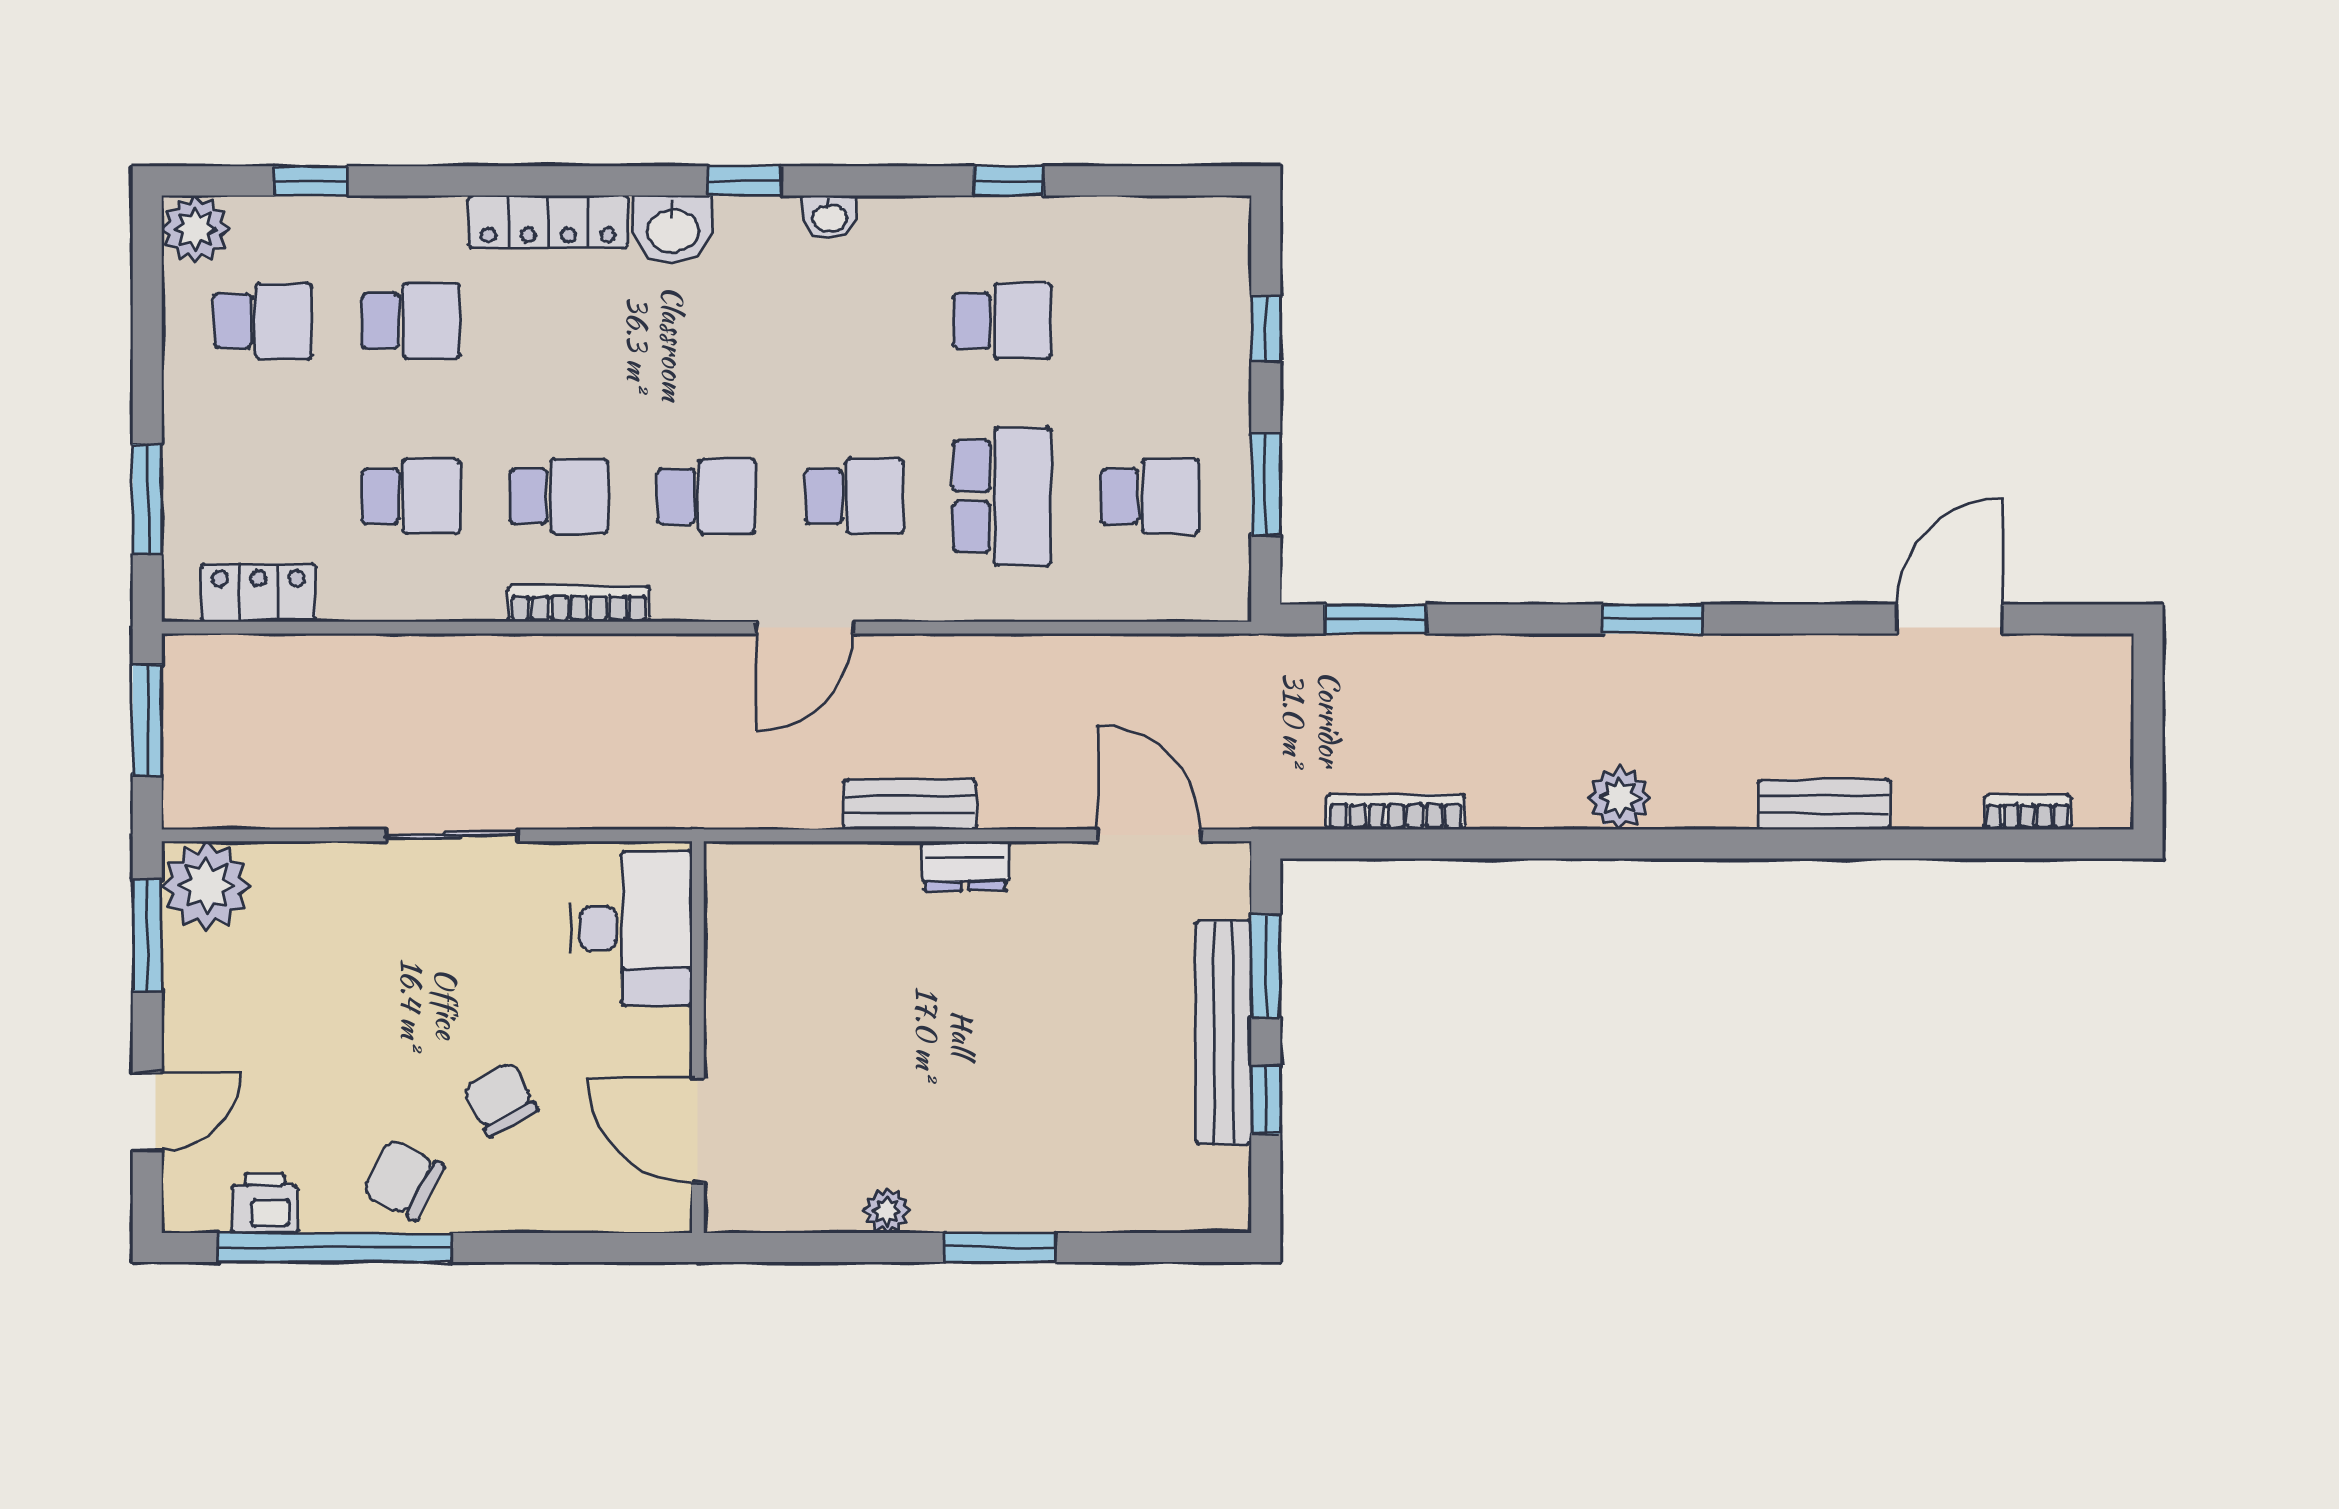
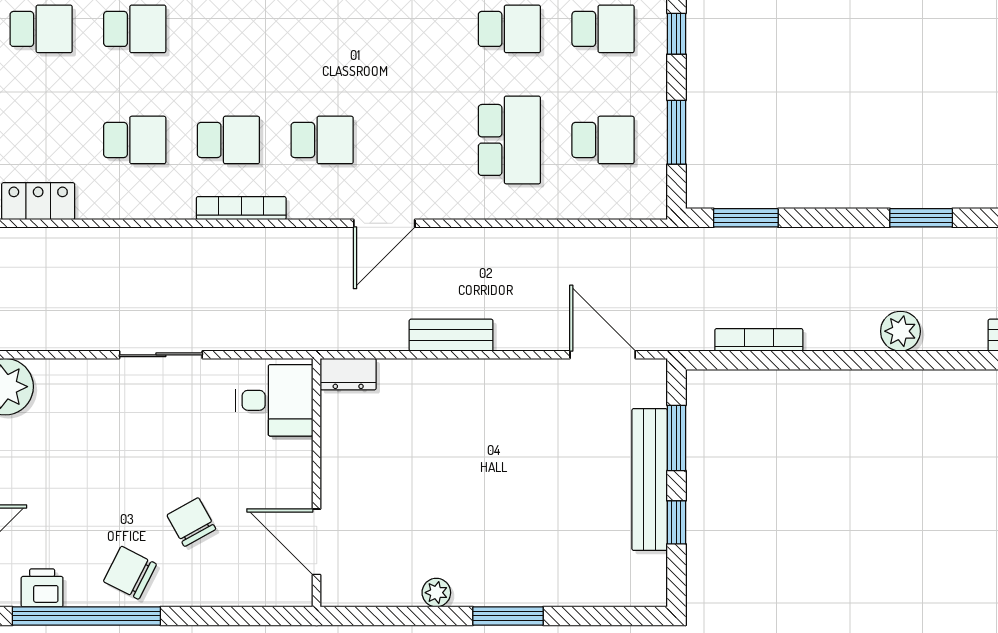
school desk: (854, 496) -> (603, 29), moved
dresser: (965, 866) -> (348, 374), moved
desk: (631, 928) -> (274, 400), width x0.73

